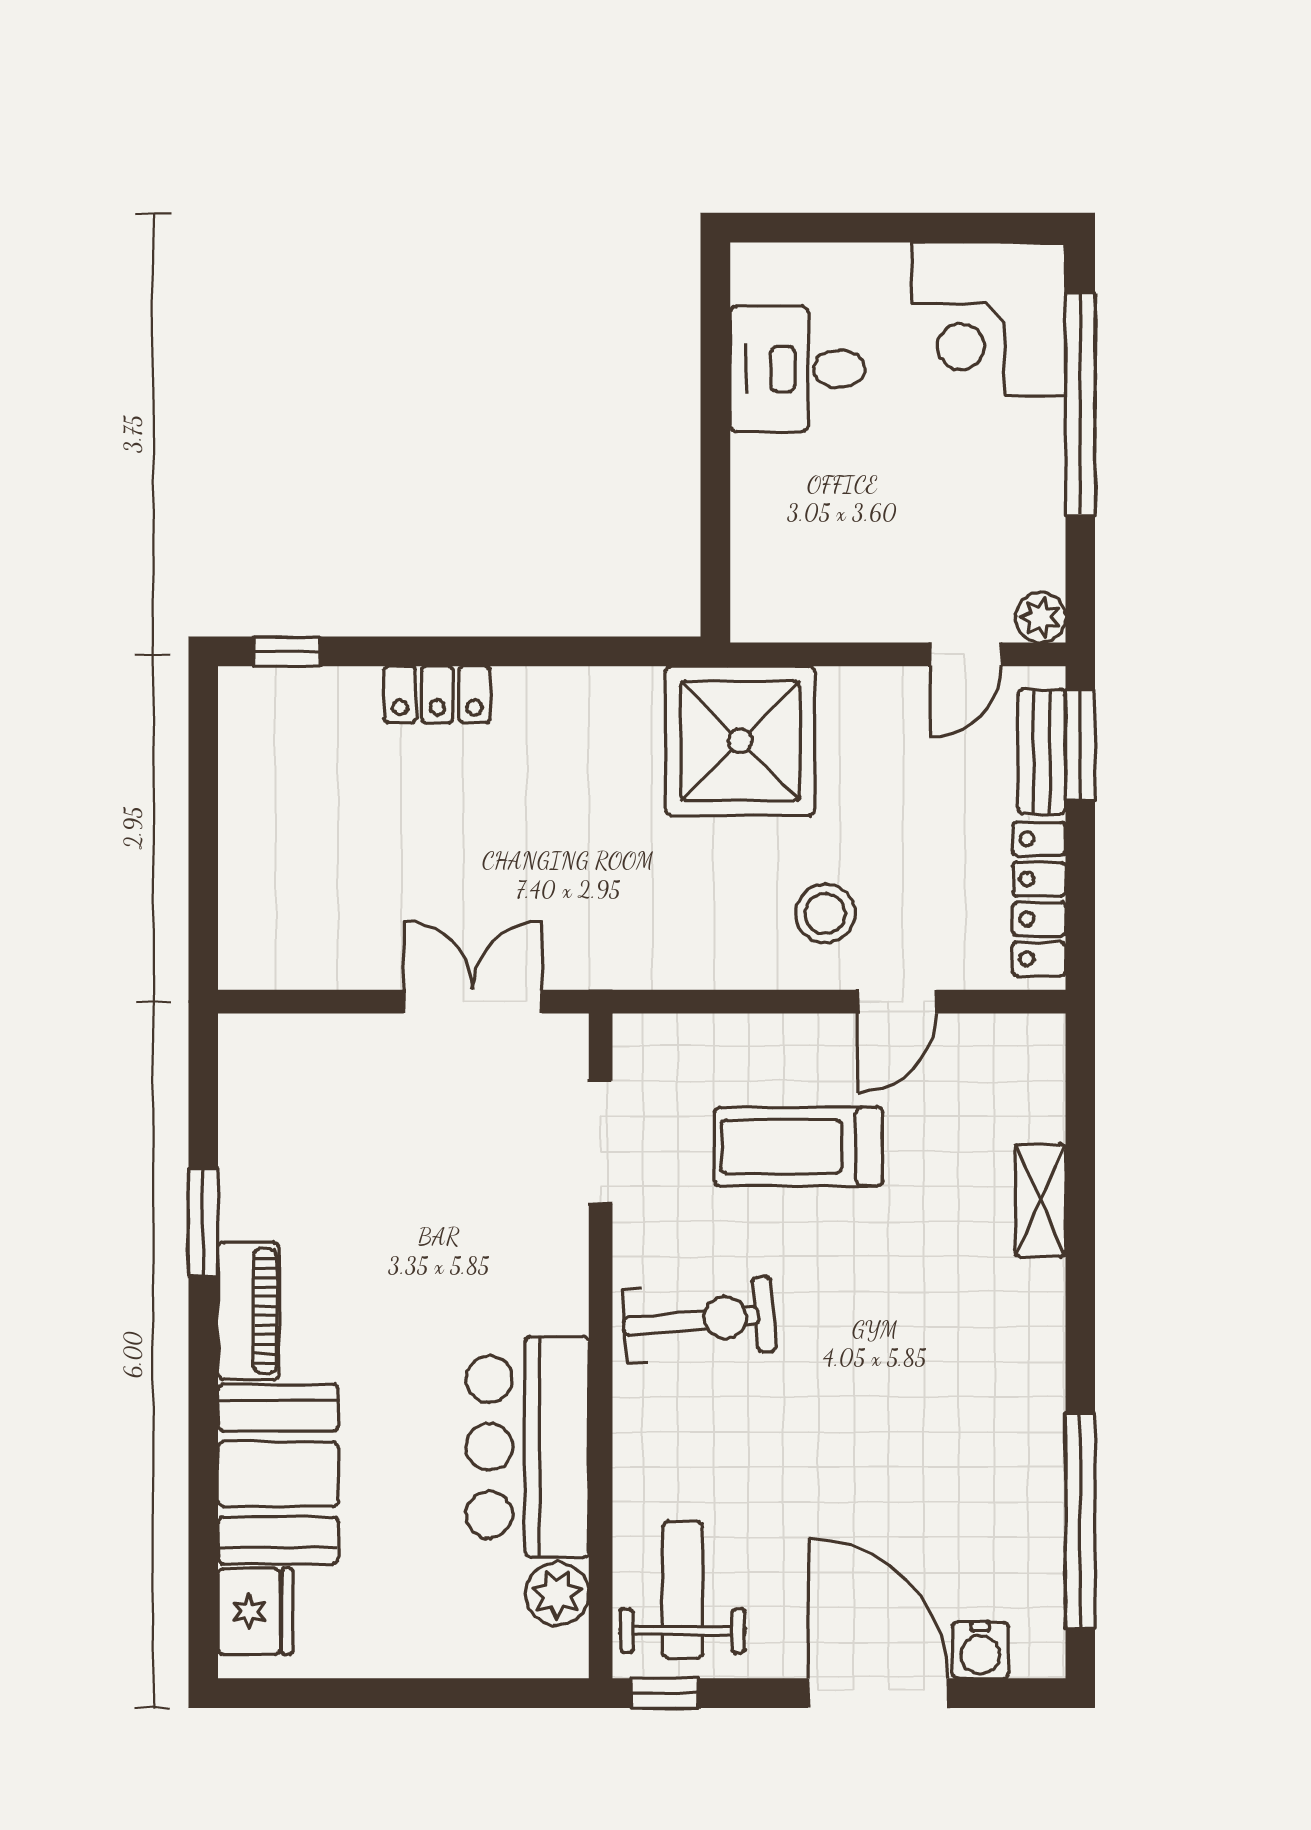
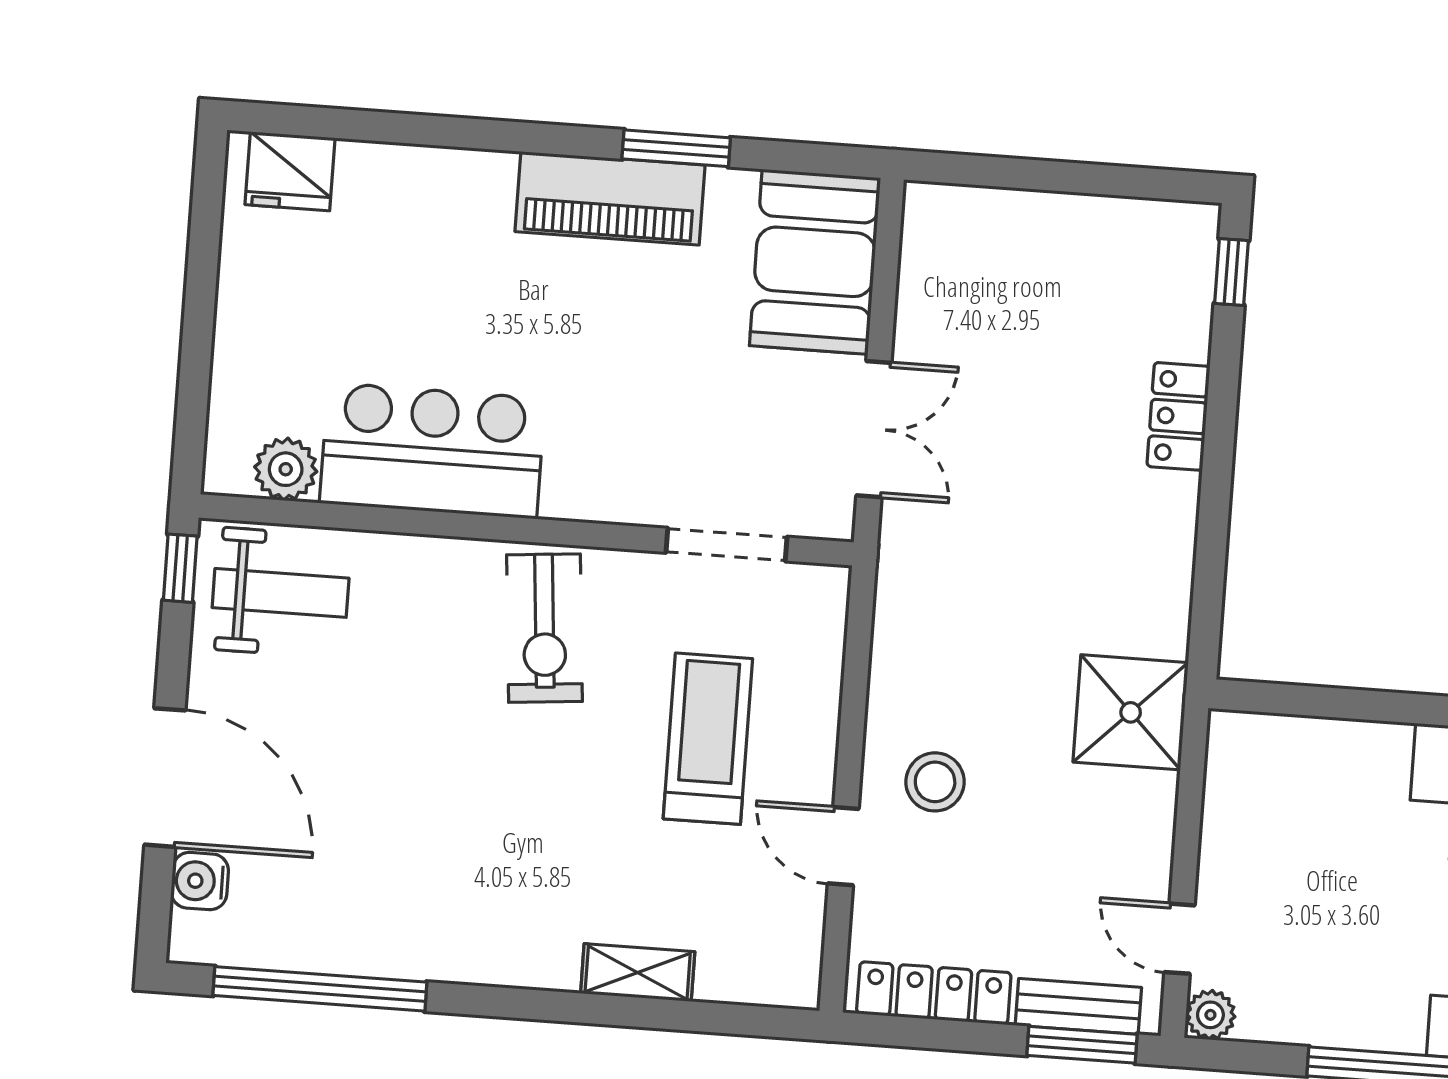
shower: (740, 741) -> (1131, 712), width x0.73, depth x0.73
piano: (249, 1311) -> (610, 198), width x1.37, depth x1.33
booth: (278, 1474) -> (815, 262), moved, turned 90
door: (878, 1693) -> (165, 778), hinge flipped

